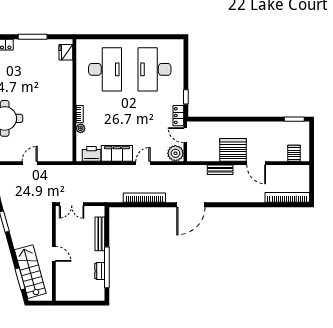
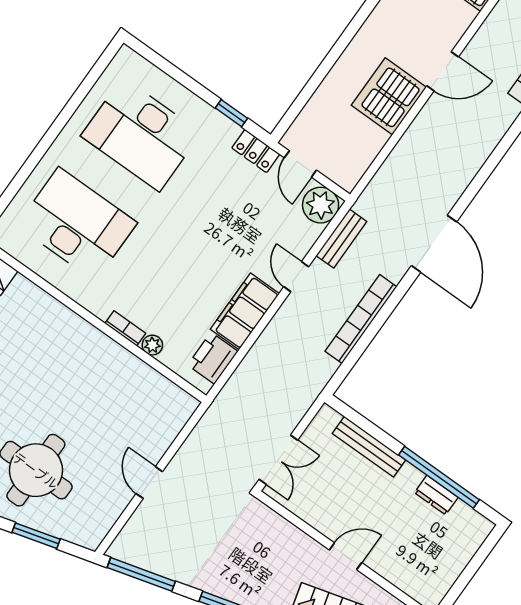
door: (185, 135) -> (300, 164), hinge flipped
bench: (220, 170) -> (341, 239), moved

